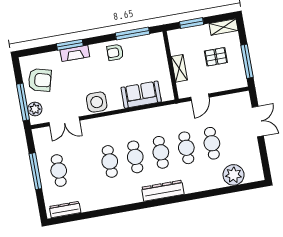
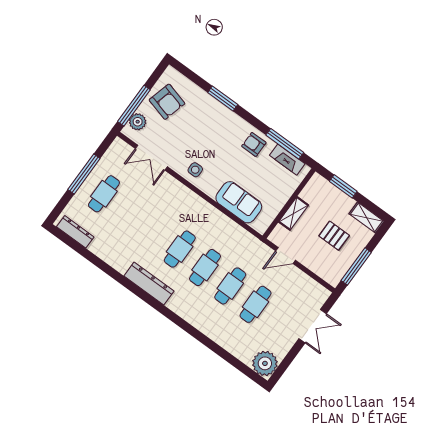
fireplace: (75, 53) -> (287, 160), moved
side table: (97, 102) -> (195, 170), width x0.54, depth x0.54
cafe table: (110, 161) -> (154, 231), removed
plant: (234, 175) -> (265, 363), moved
dresser: (163, 191) -> (149, 283), moved

